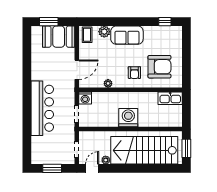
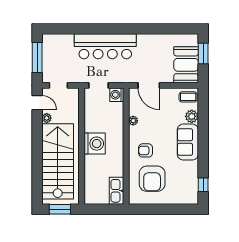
window: (52, 168) -> (37, 57), width x1.44

